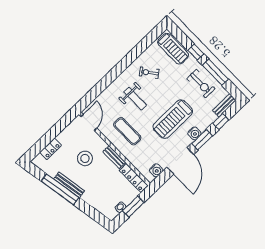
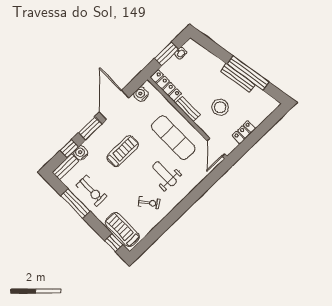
window: (196, 52) -> (114, 243), moved
exercise bike: (201, 84) -> (91, 191), turned 180
treadmill: (173, 119) -> (123, 151), width x0.73, depth x0.73
exercise mat: (127, 131) -> (173, 138), width x1.36, depth x1.45
water cooler: (194, 133) -> (81, 153), moved
locker: (51, 149) -> (244, 132), moved

